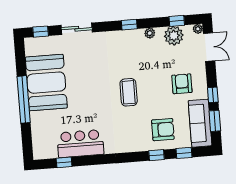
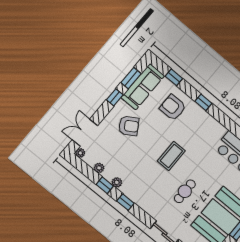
window: (177, 21) -> (105, 185), moved
plant: (174, 36) -> (99, 168), width x0.53, depth x0.53
cafe table: (93, 76) -> (185, 191), added
armchair: (182, 84) -> (129, 126), turned -122
window: (156, 155) -> (203, 102), moved

